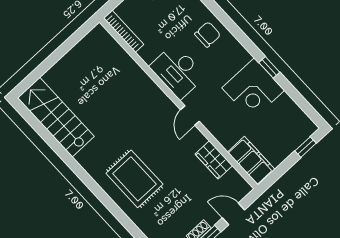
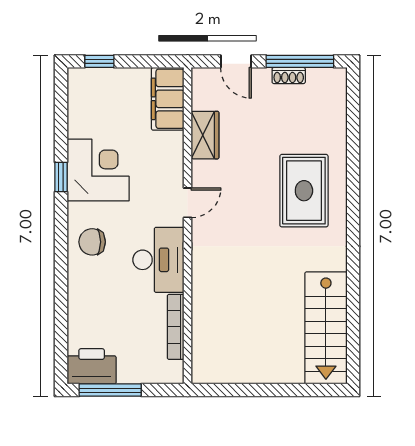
bookcase: (124, 31) -> (176, 327), moved
chair: (208, 34) -> (92, 242), moved

